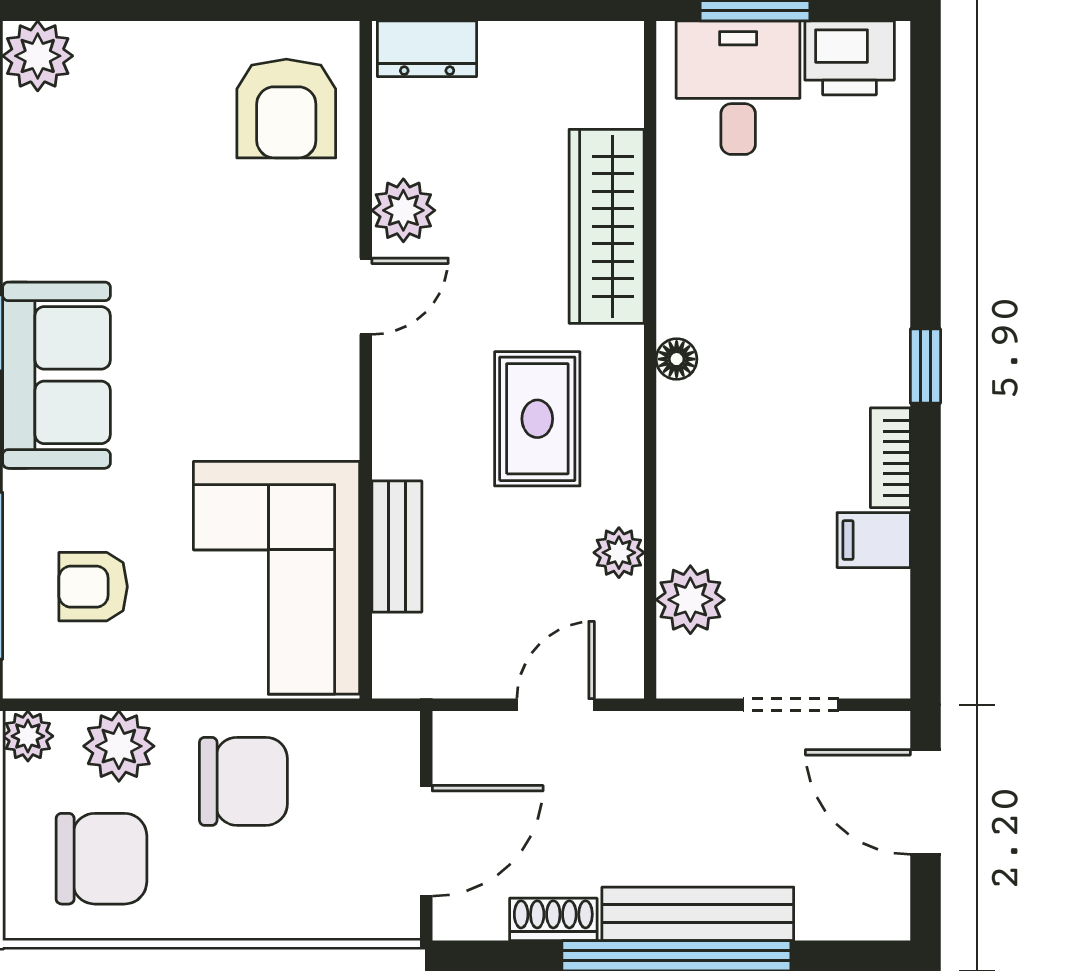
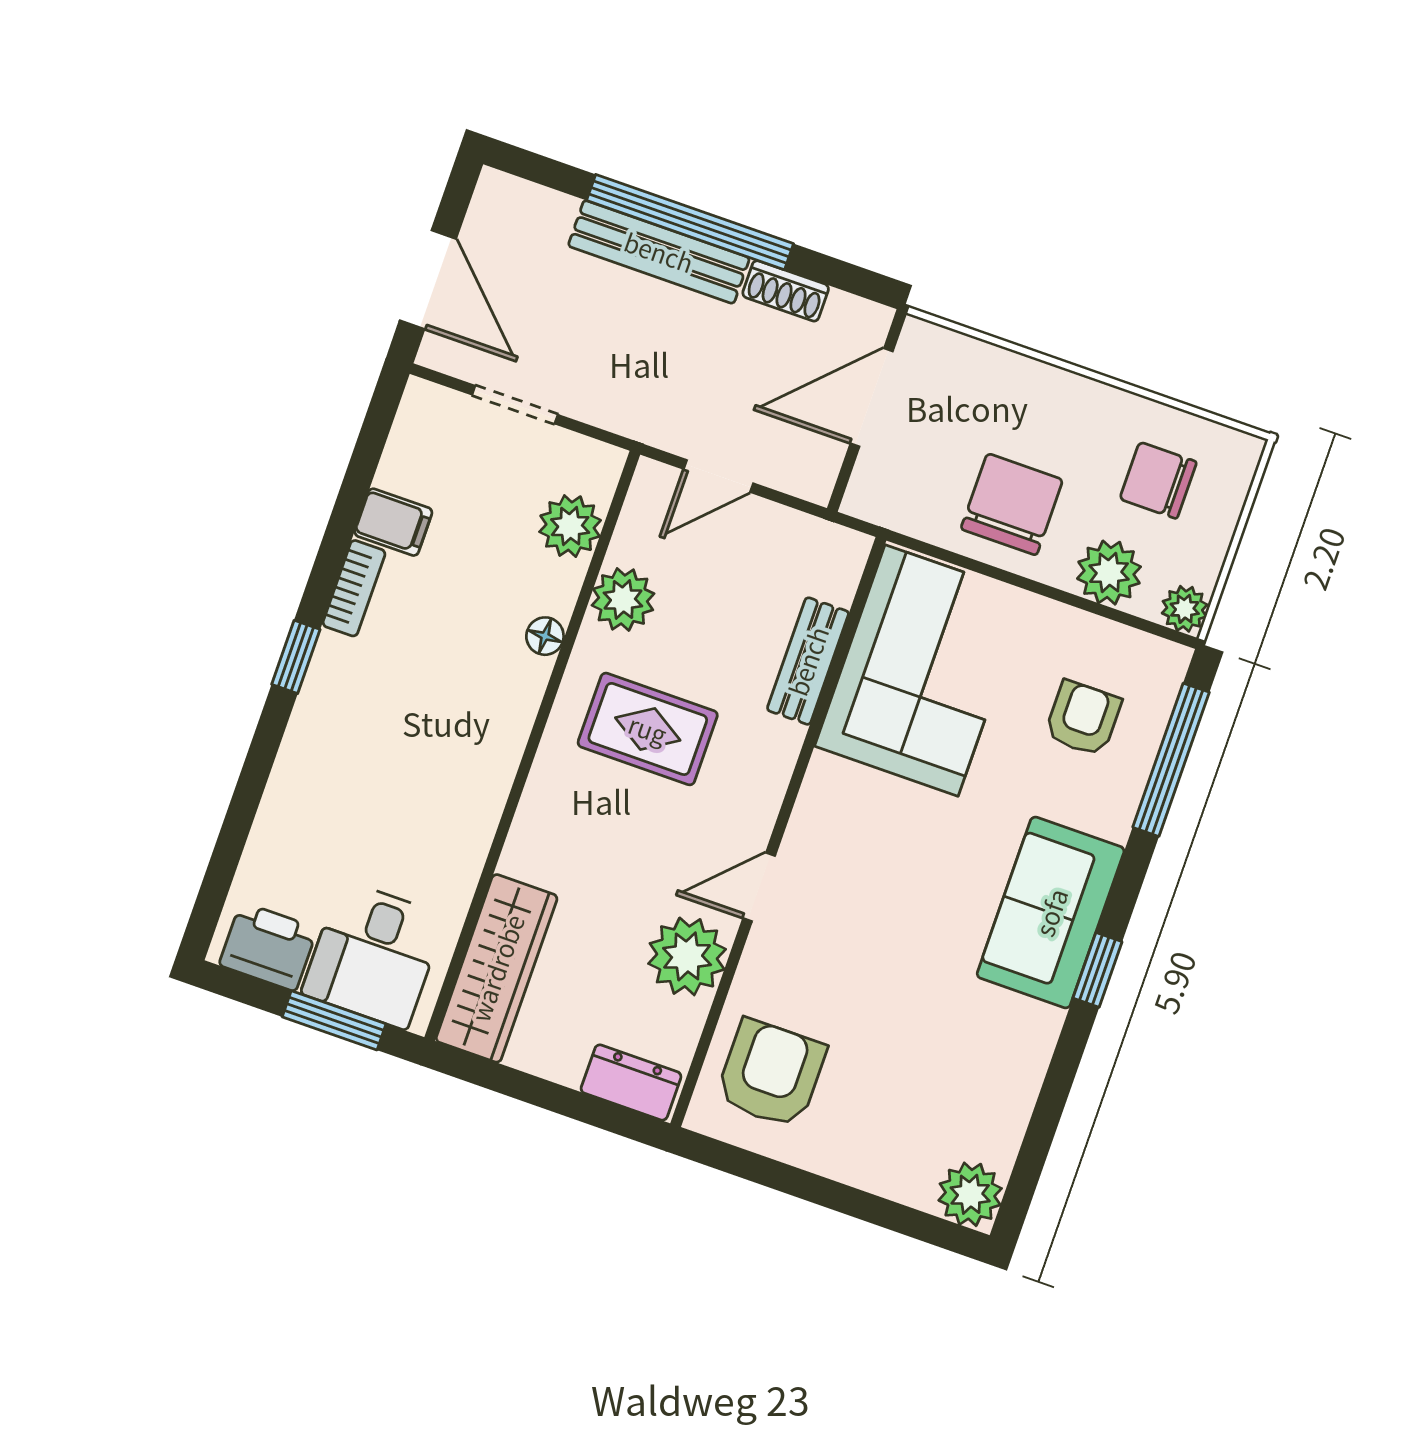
plant: (403, 210) -> (687, 956), width x1.36, depth x1.36
wardrobe: (607, 226) -> (497, 968), moved
floor lamp: (677, 359) -> (545, 636), moved
rug: (537, 419) -> (648, 729), turned 90
plant: (619, 553) -> (623, 599), width x1.38, depth x1.38
armchair: (93, 587) -> (1083, 718), turned -90
chair: (243, 781) -> (1012, 504), turned 90
chair: (101, 859) -> (1158, 480), width x0.73, depth x0.73

